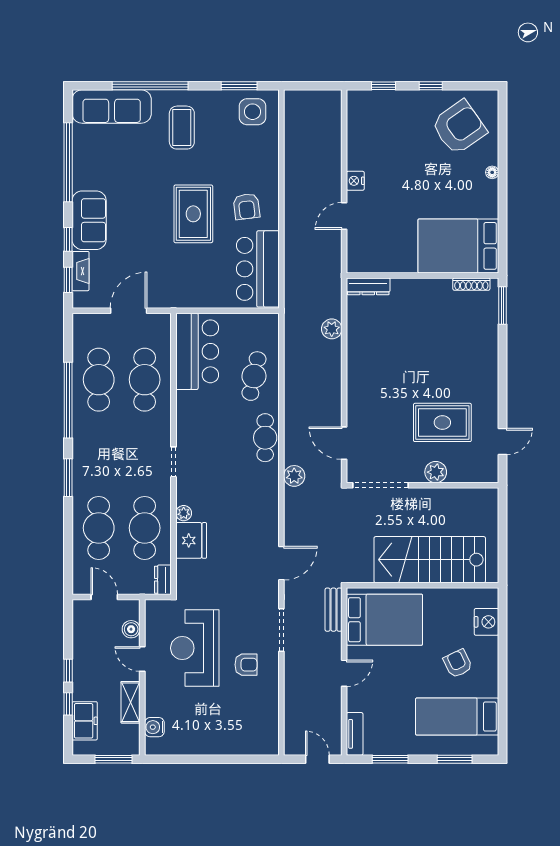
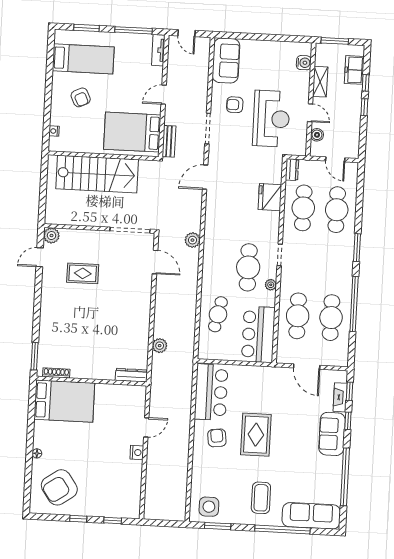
door: (129, 311) -> (307, 367), hinge flipped
rug: (442, 422) -> (83, 273), width x0.73, depth x0.70
cafe table: (265, 438) -> (248, 267), moved, width x1.37, depth x1.35
plant: (436, 472) -> (51, 236), moved
plant: (184, 513) -> (271, 285), moved
nightstand: (486, 622) -> (54, 131), width x0.53, depth x0.56
sofa: (261, 724) -> (226, 61), added
window: (390, 759) -> (133, 30), width x1.44

